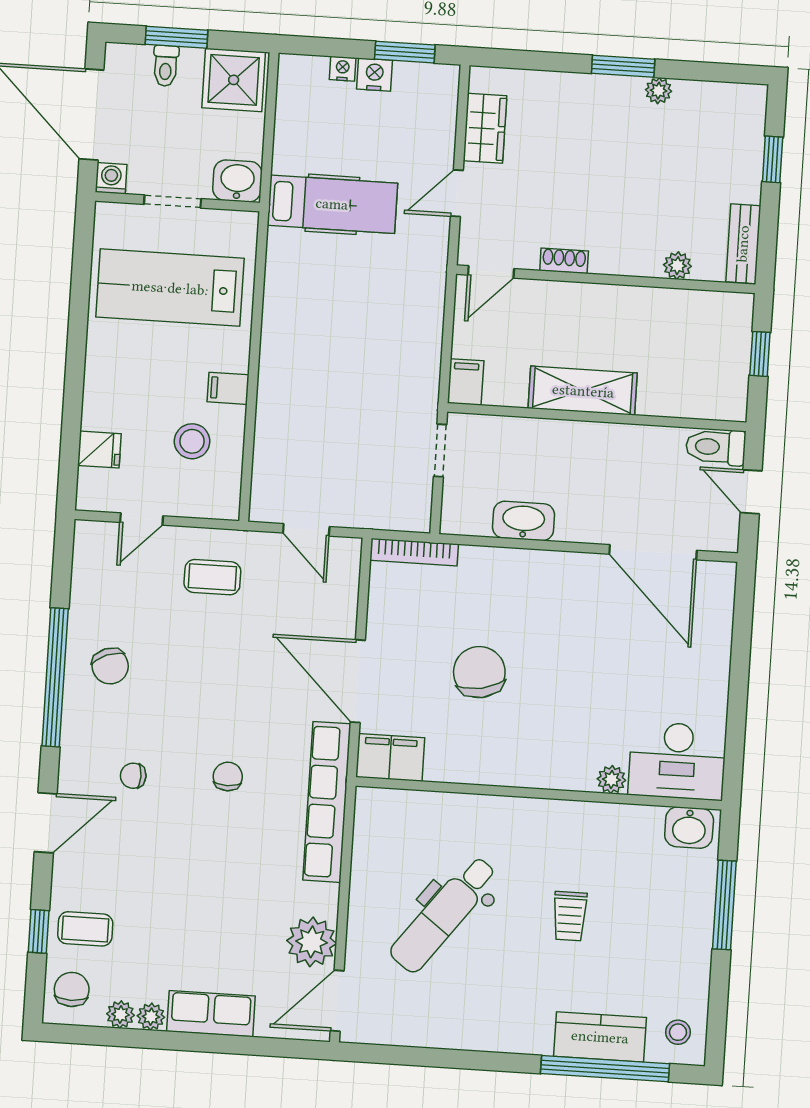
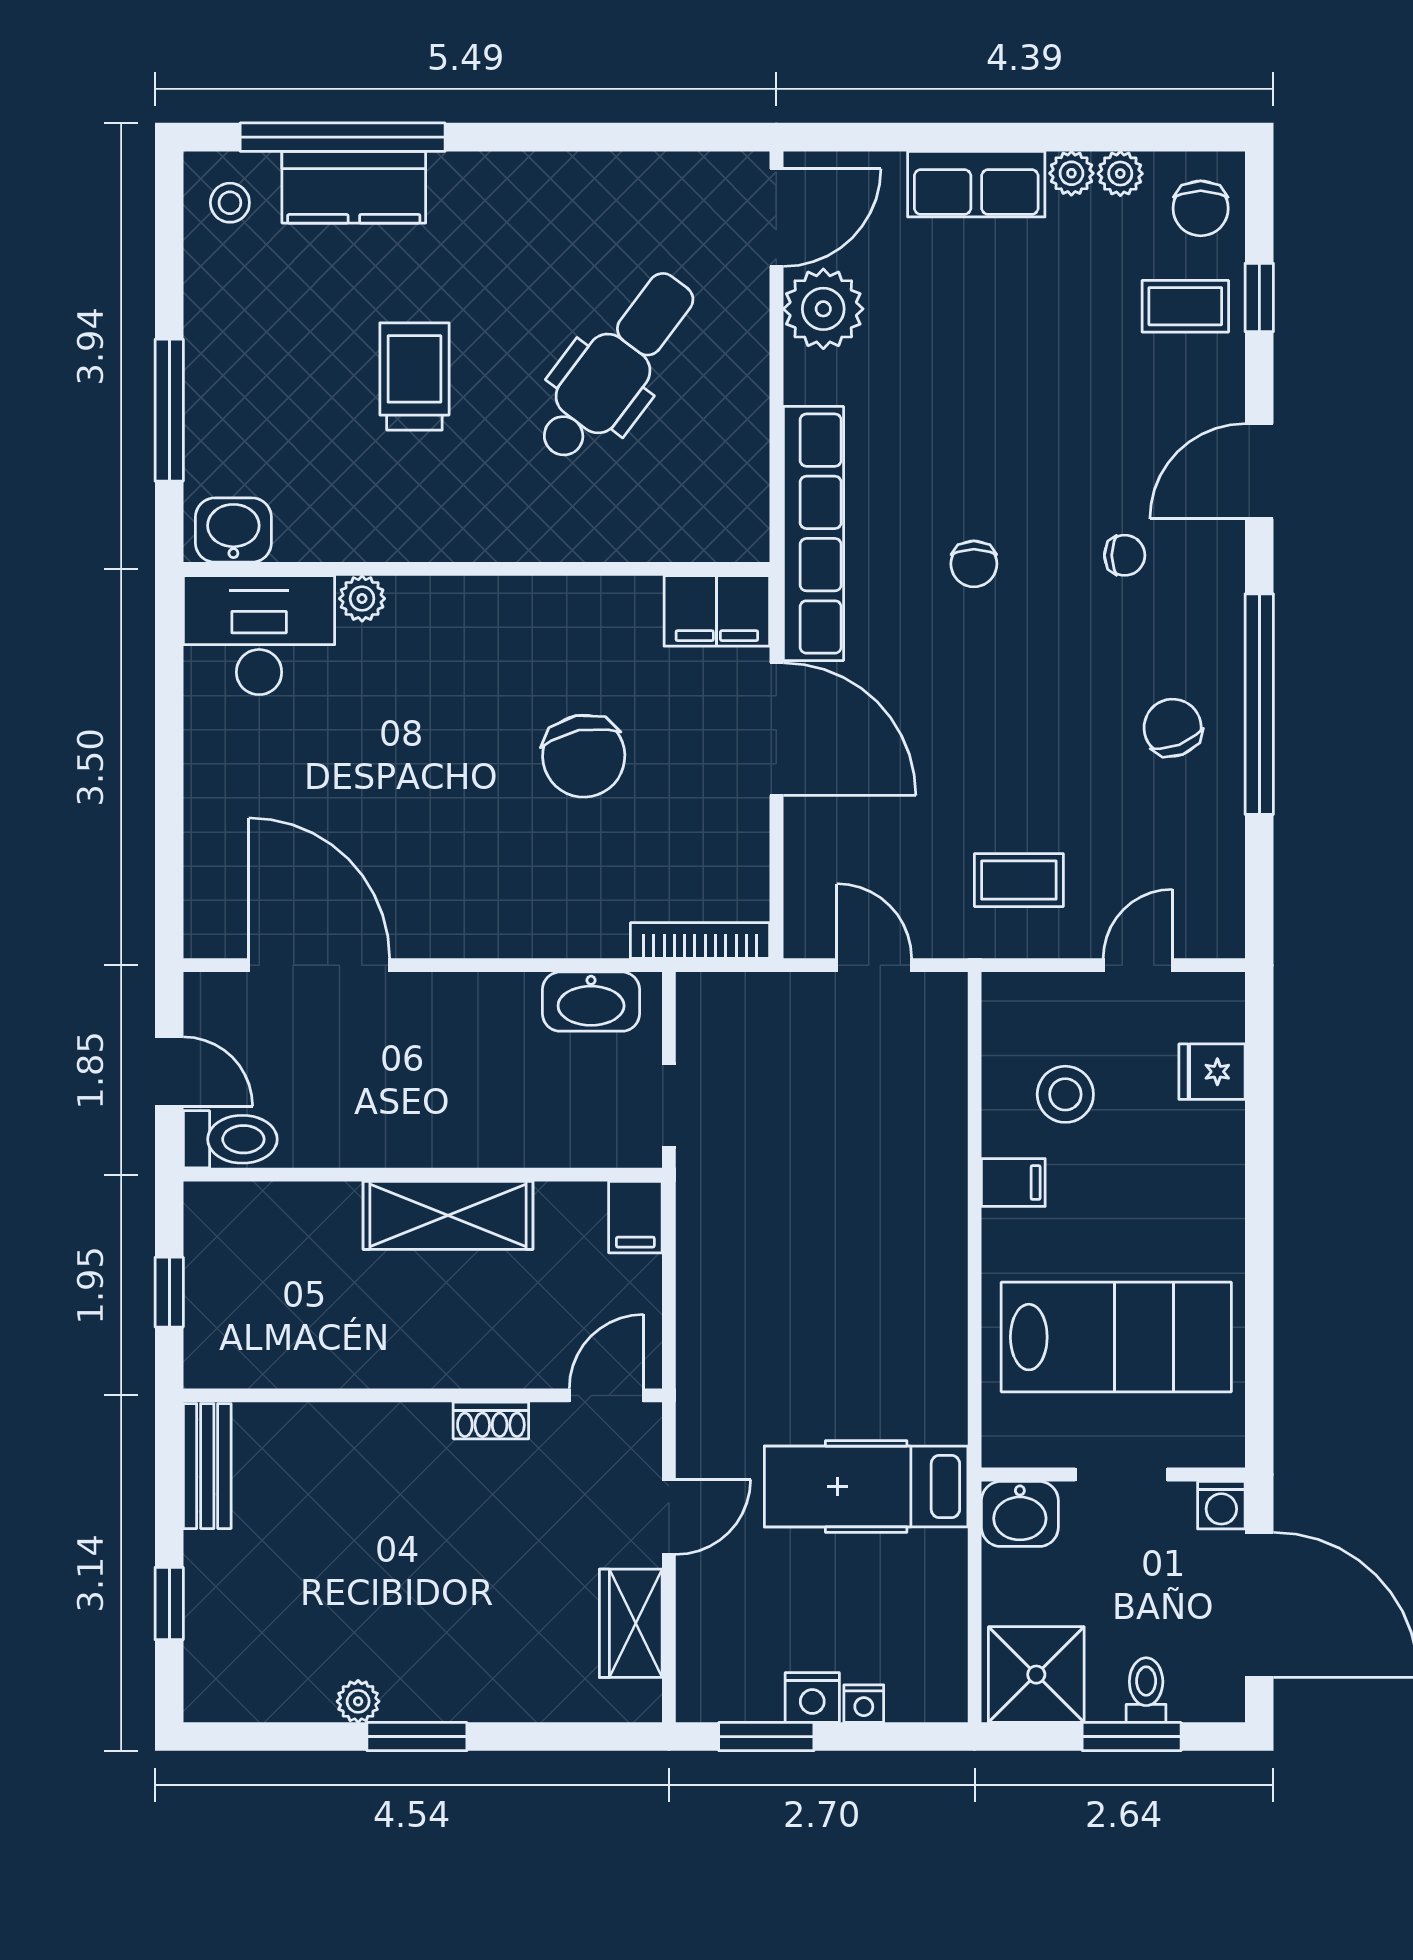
plant: (677, 266) -> (310, 1424), removed
washbasin: (524, 521) -> (591, 1002), moved
trolley: (570, 916) -> (414, 376), width x1.36, depth x1.39

